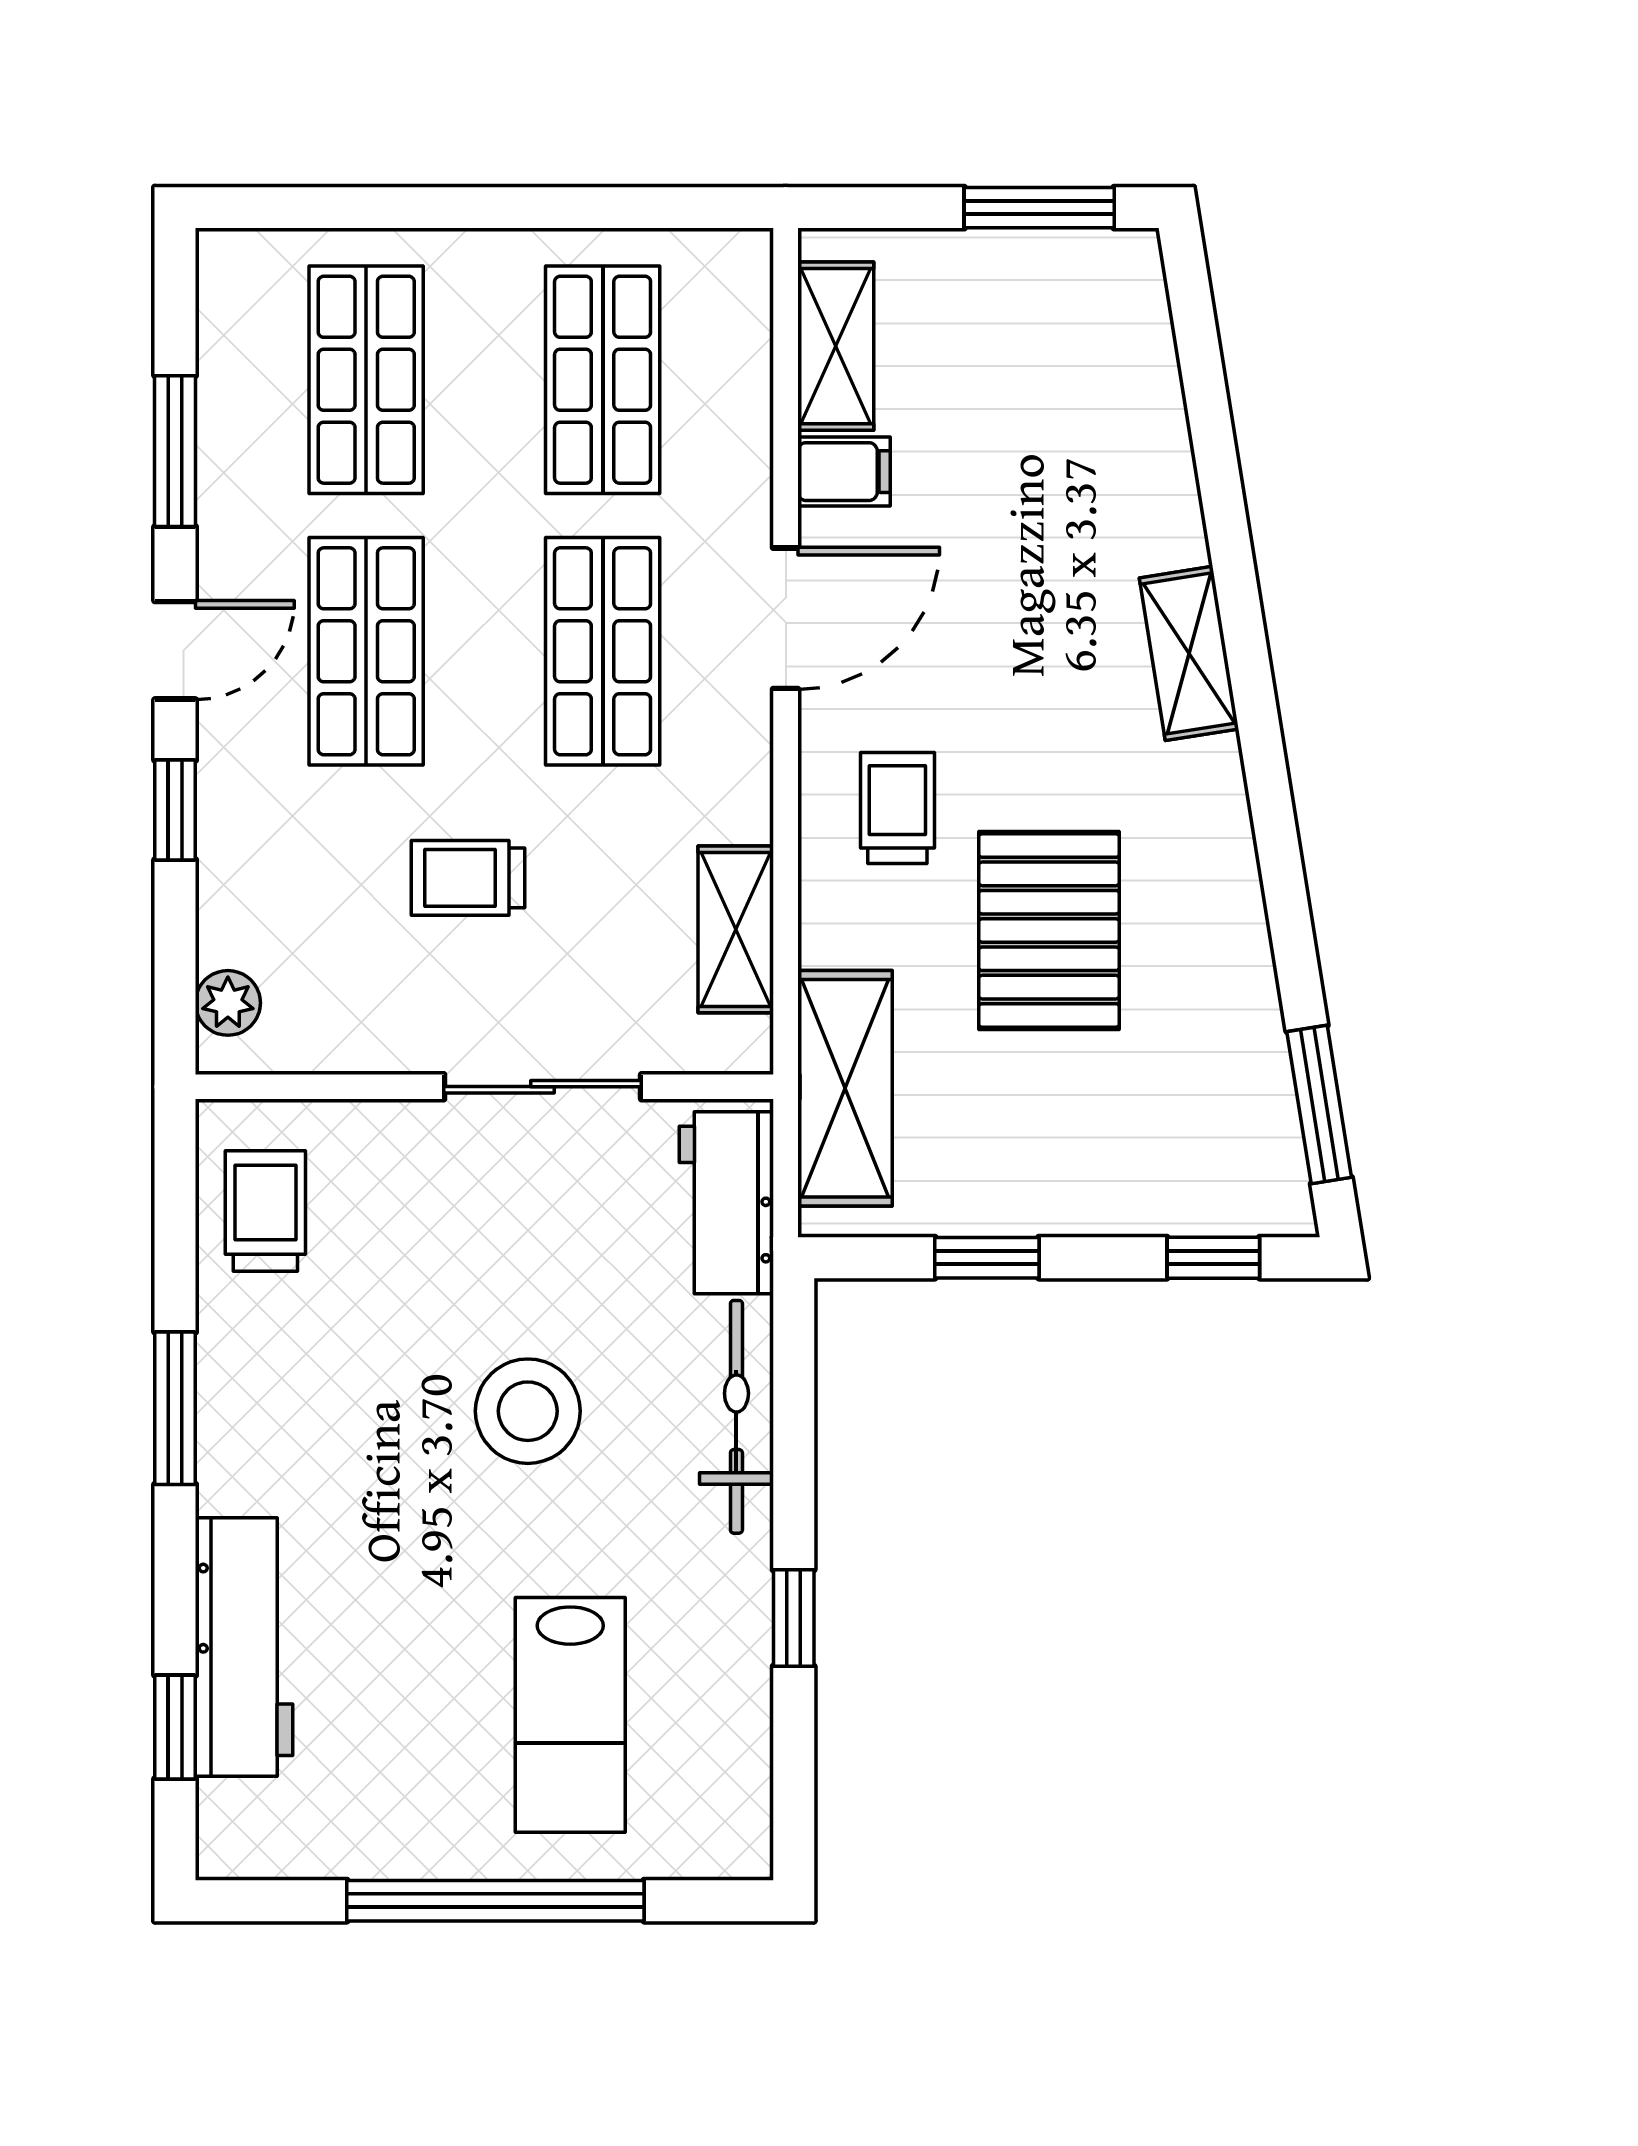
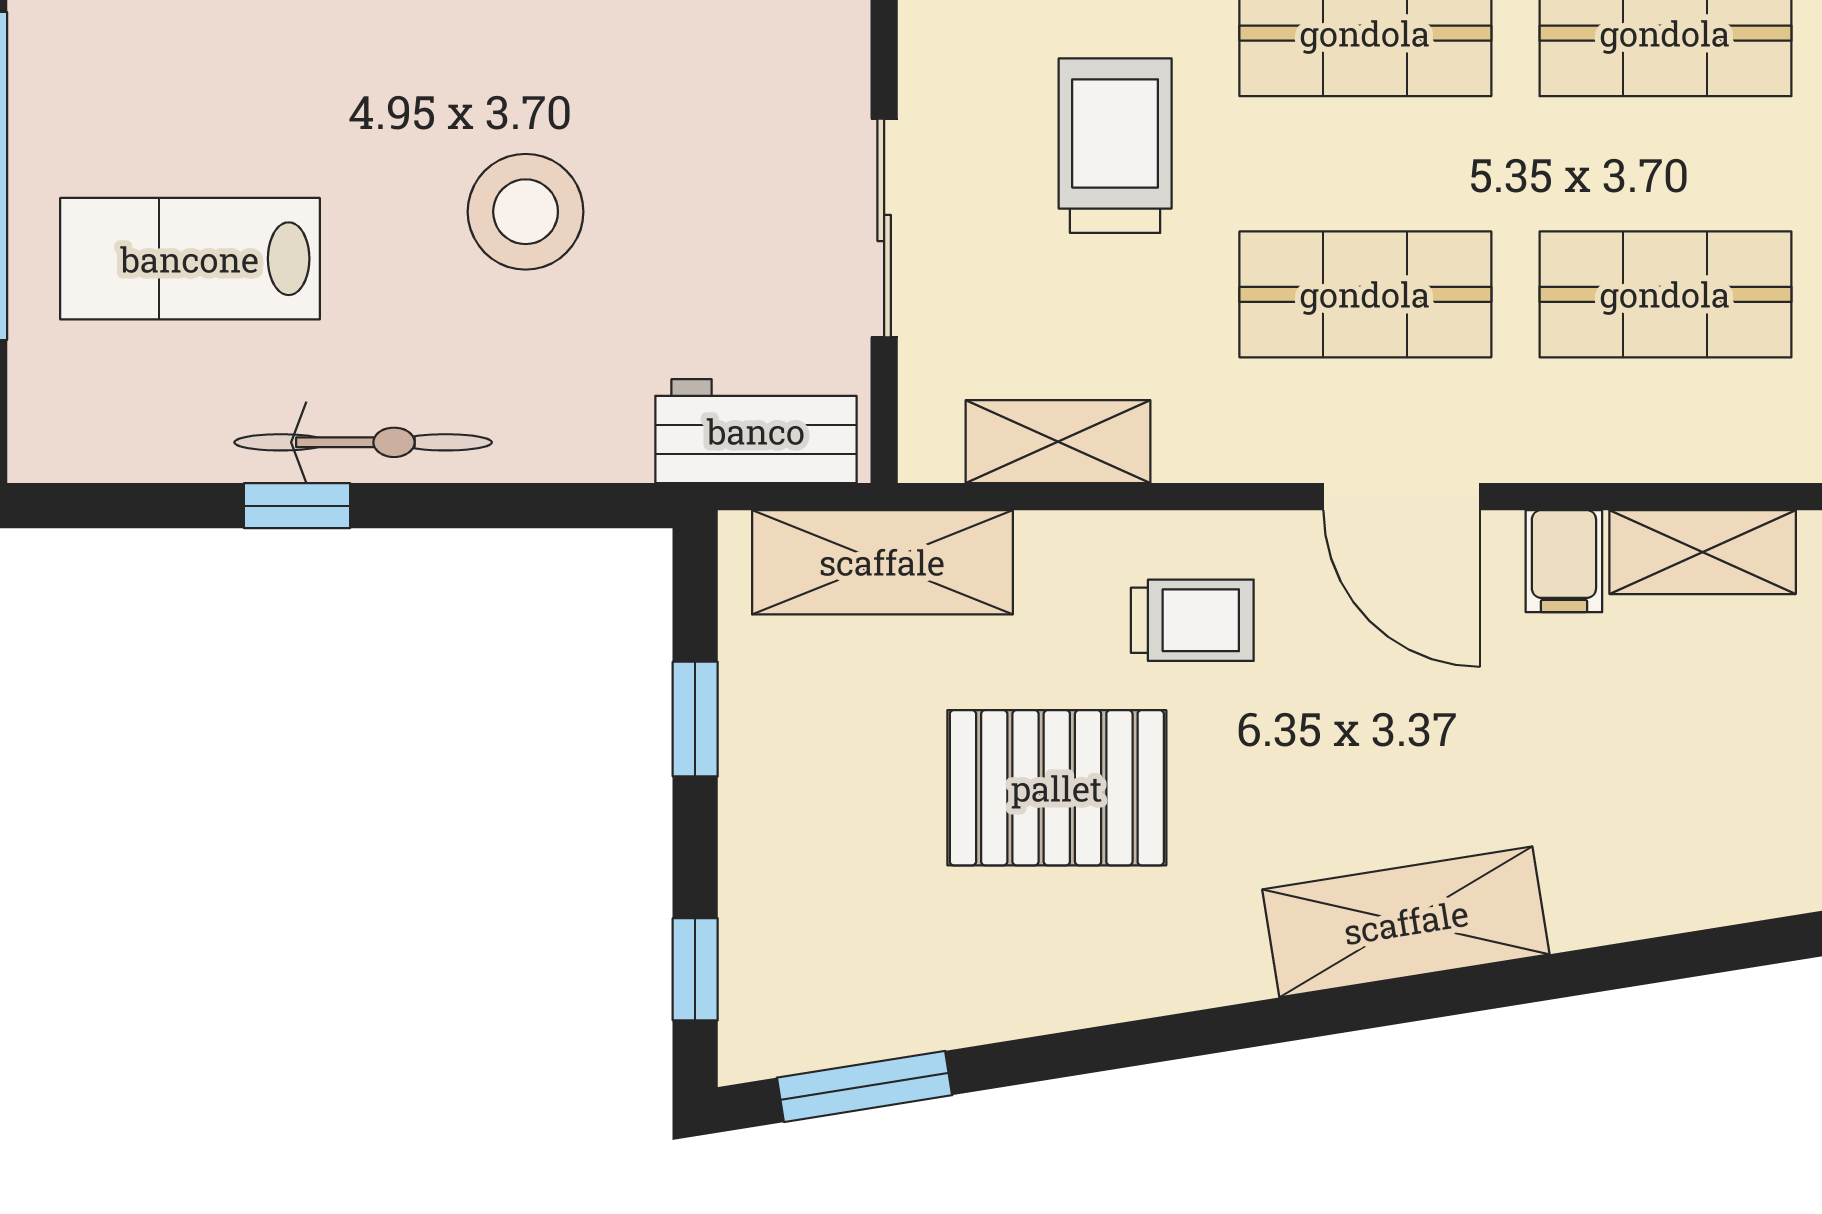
shelving: (1189, 653) -> (1406, 922), width x1.50, depth x1.33
trolley: (468, 878) -> (1115, 146), width x1.36, depth x1.39
bicycle: (736, 1417) -> (363, 442), moved

